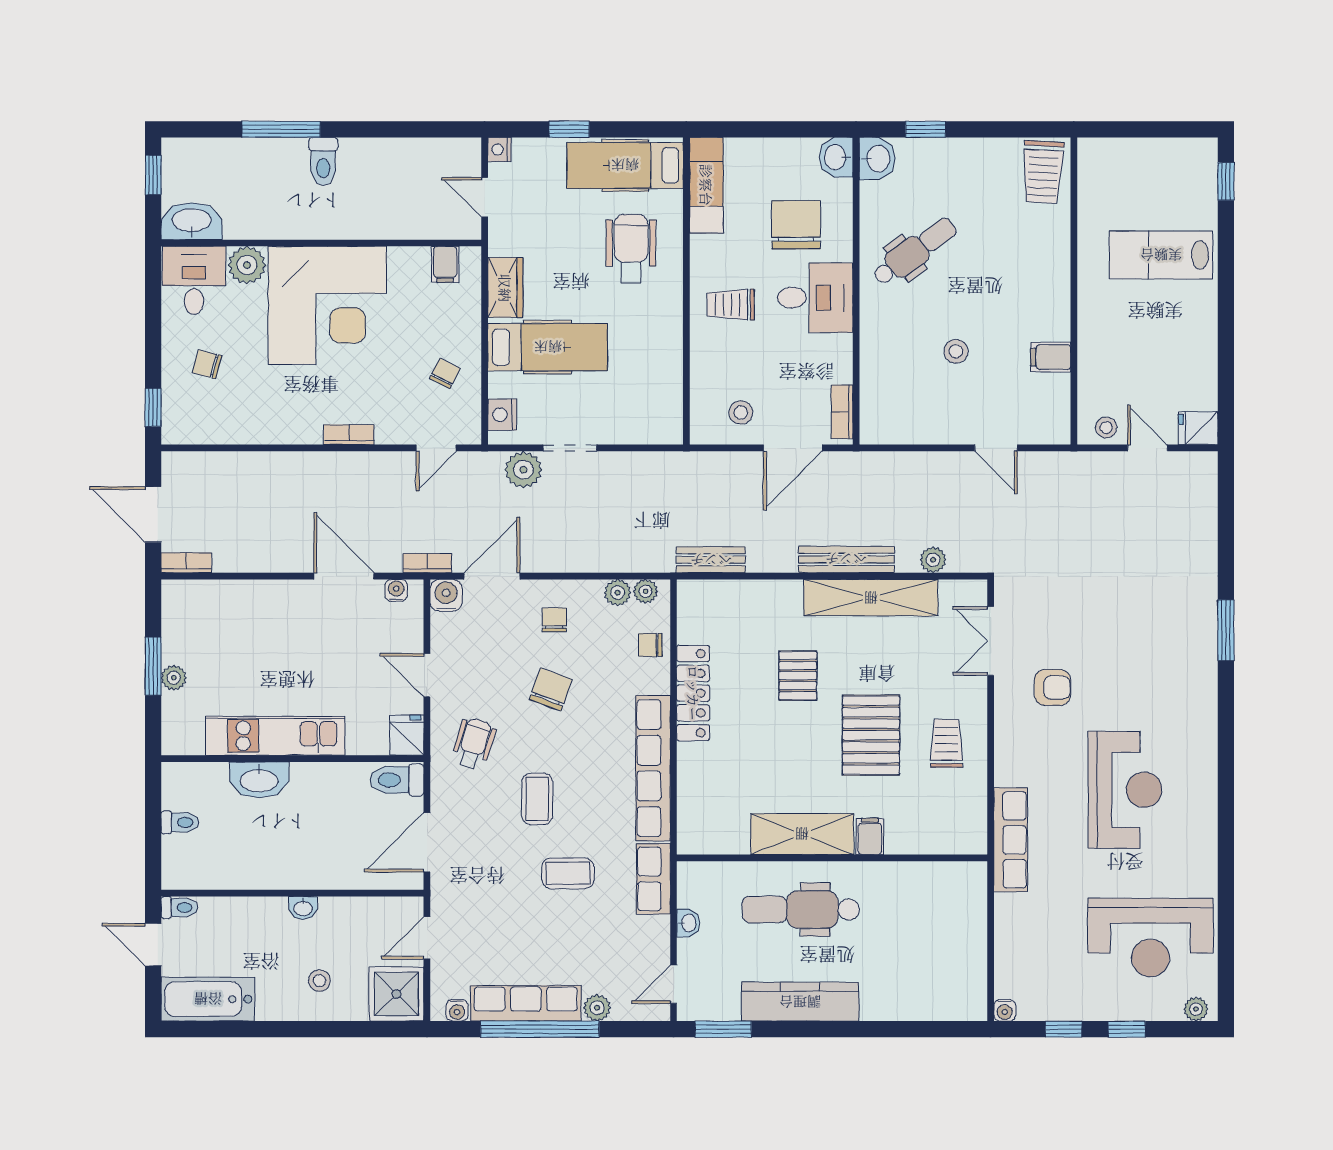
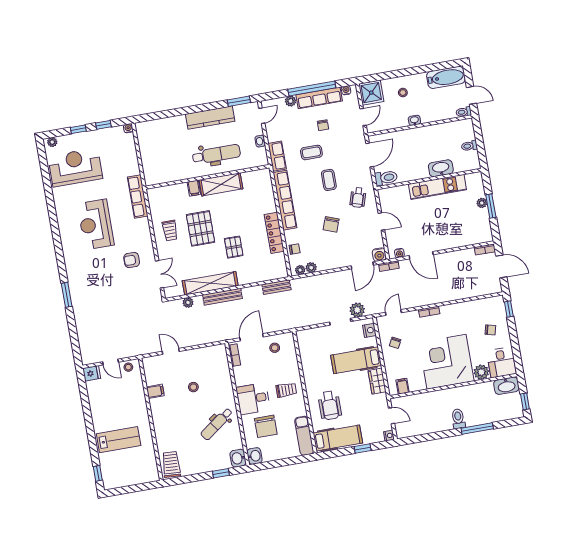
chair: (554, 620) -> (323, 125), moved
fridge: (407, 735) -> (385, 196), removed

